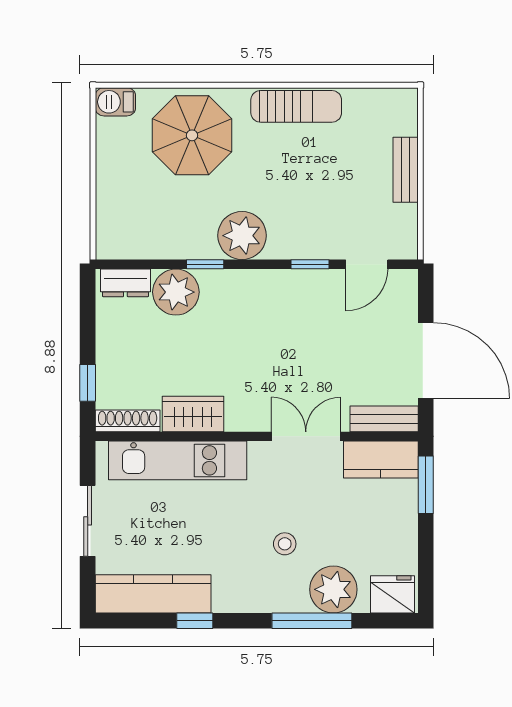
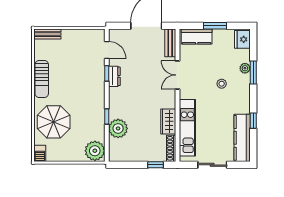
sun lounger: (296, 106) -> (42, 79), turned 180
bench: (406, 170) -> (47, 34), moved
plant: (242, 236) -> (95, 151), moved
dresser: (125, 283) -> (114, 76), moved
kitchen counter: (381, 460) -> (197, 37), moved, turned 90
window: (426, 485) -> (215, 26), moved
plant: (333, 589) -> (245, 68), width x0.53, depth x0.53
window: (312, 621) -> (253, 73), width x0.69

